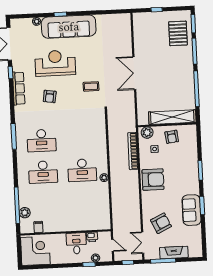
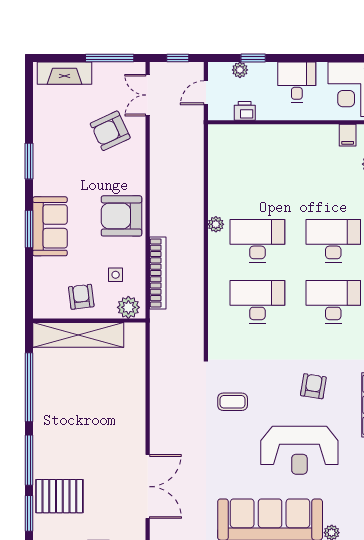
pallet: (178, 33) -> (59, 496), turned 90
double door: (134, 73) -> (148, 487), moved
desk: (81, 139) -> (257, 302), added
sofa: (191, 210) -> (50, 226), moved
desk: (76, 243) -> (297, 82), moved, turned 180
double door: (143, 243) -> (148, 95), swing flipped
door: (113, 245) -> (206, 93), hinge flipped
fireplace: (174, 252) -> (65, 73), moved

